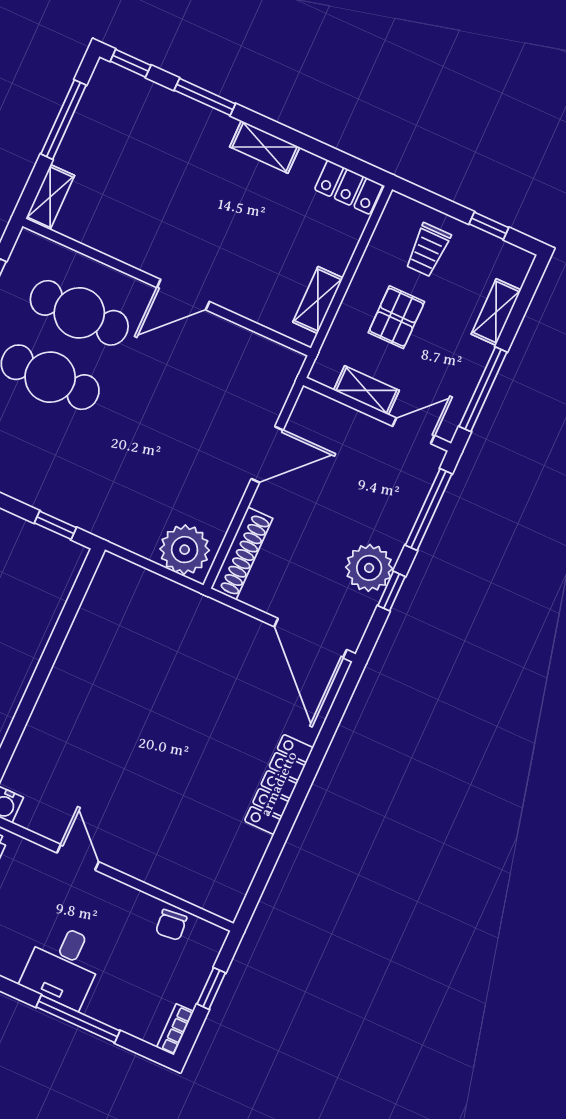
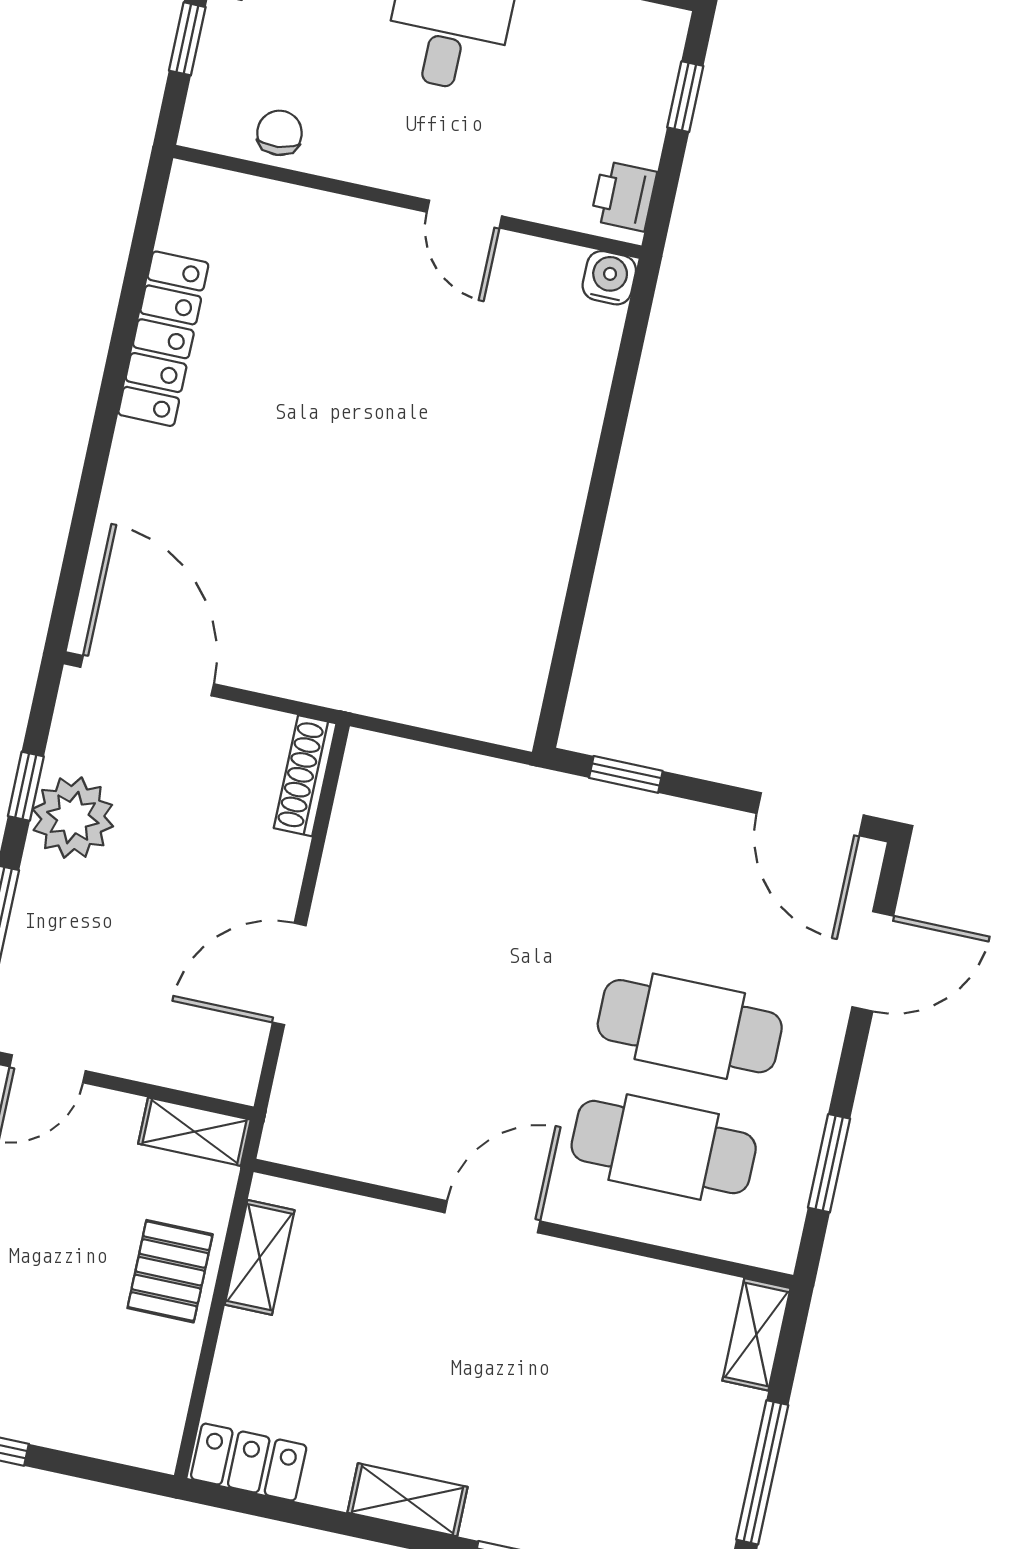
trolley: (428, 250) -> (90, 1384), removed
pallet: (396, 317) -> (170, 1271), moved
shelving: (366, 390) -> (195, 1132), moved
plant: (185, 550) -> (396, 781), removed
shoe rack: (242, 553) -> (305, 776), width x0.74, depth x0.81
locker: (279, 784) -> (163, 339), moved

